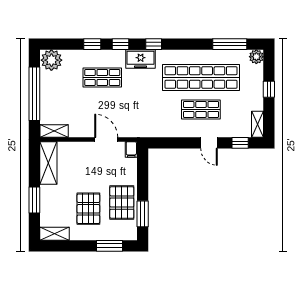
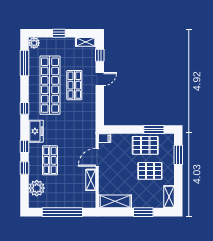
window: (154, 44) -> (24, 108), moved
plant: (51, 60) -> (37, 188), moved
shelving: (54, 131) -> (91, 180), moved

